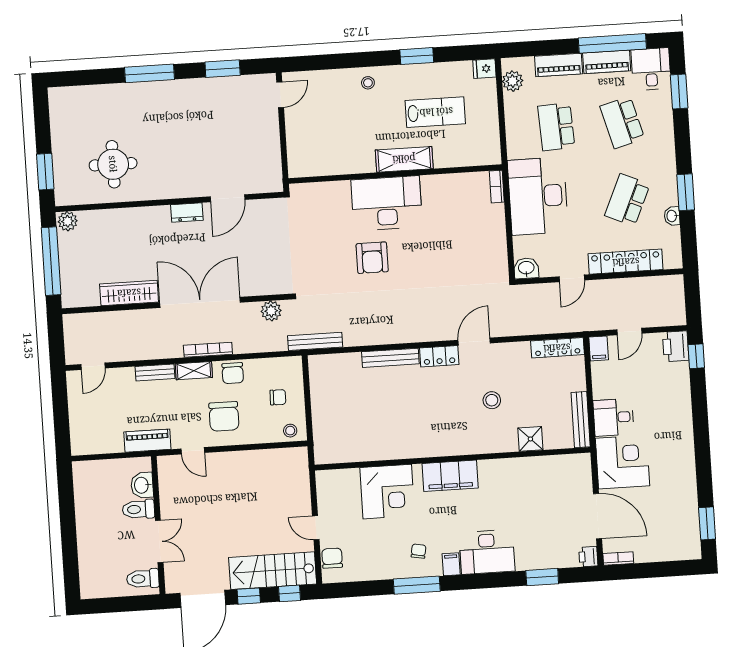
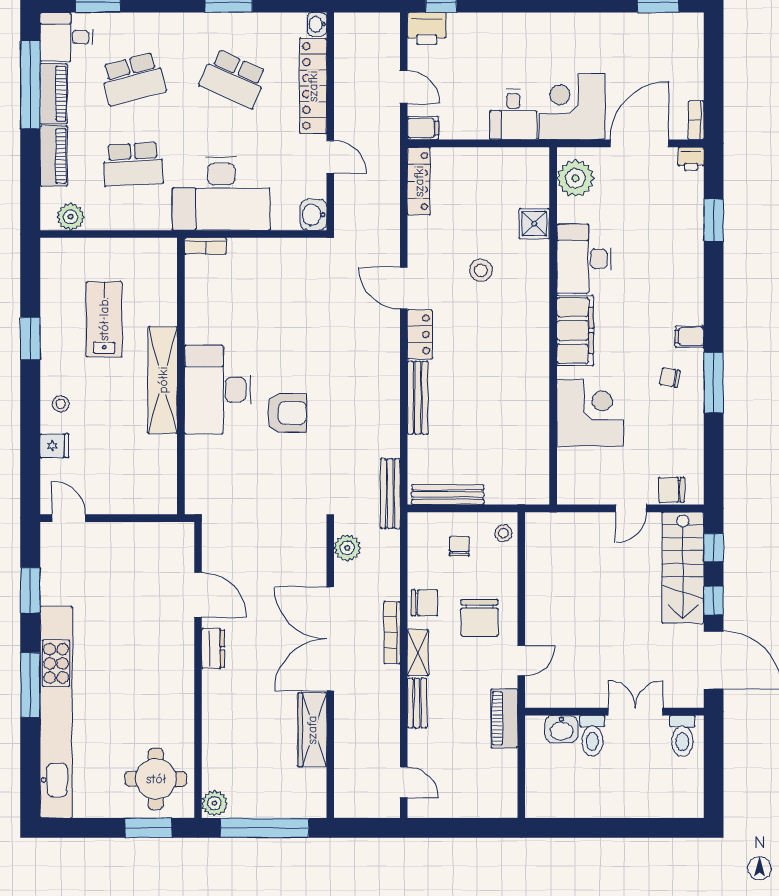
fridge: (484, 69) -> (54, 446), moved, turned -90
kitchen unit: (130, 95) -> (56, 712), added
shelving: (404, 159) -> (163, 380), width x1.47
round table: (113, 164) -> (156, 779), moved
washbasin: (672, 216) -> (317, 24), moved, turned 90
chair: (224, 416) -> (479, 618), turned 90
bench: (581, 420) -> (448, 495), moved
plant: (567, 468) -> (575, 178), added
desk: (487, 552) -> (584, 259), moved, turned 180

